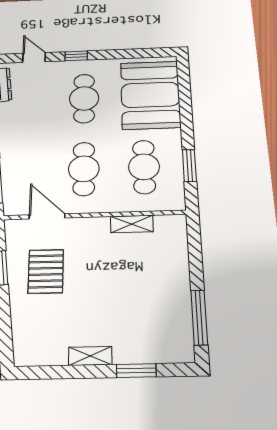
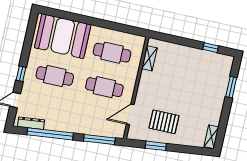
window: (189, 165) -> (118, 27), removed
shelving: (132, 224) -> (149, 58), moved
window: (199, 317) -> (211, 48), width x0.46
shelving: (90, 356) -> (211, 137), moved

